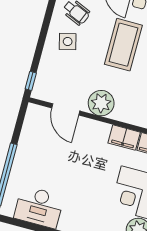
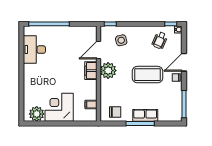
side table: (68, 42) -> (121, 40), moved
filing cabinet: (124, 138) -> (91, 71), moved

